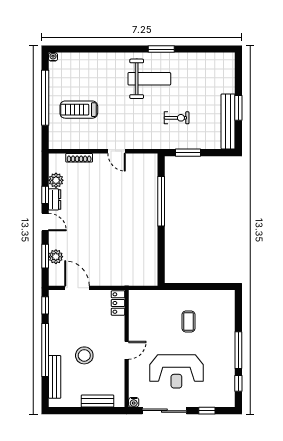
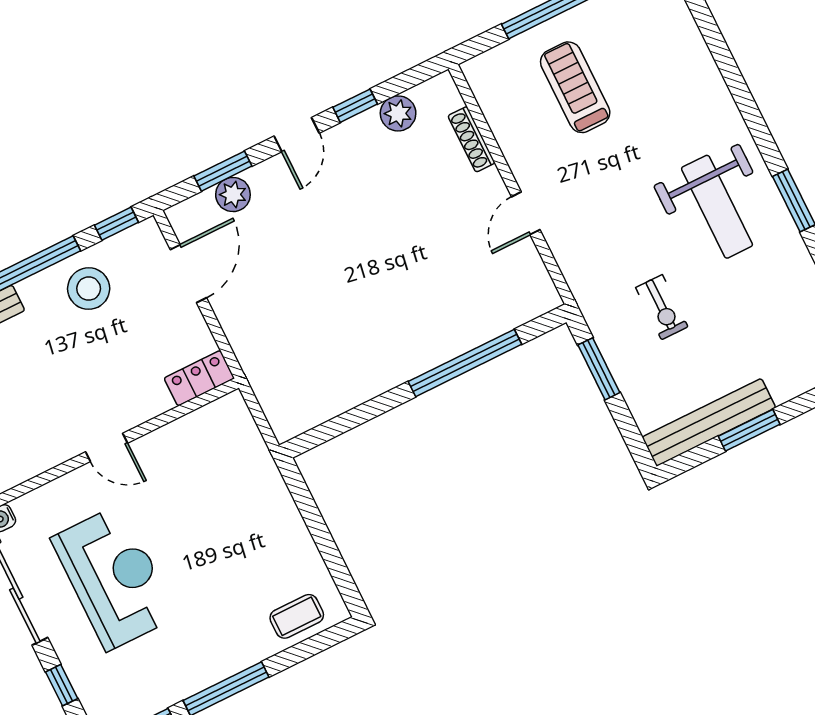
dresser: (55, 199) -> (355, 131), removed
coffee table: (188, 321) -> (297, 616), moved
stool: (84, 355) -> (89, 289), moved
reception desk: (176, 371) -> (114, 577), turned 180

